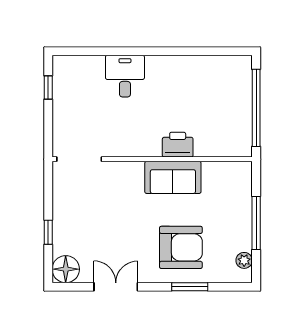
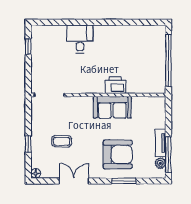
window: (256, 223) -> (168, 154), moved
coffee table: (98, 228) -> (62, 141), added
tv unit: (244, 230) -> (160, 143), added
floor lamp: (66, 269) -> (36, 173), width x0.53, depth x0.53

